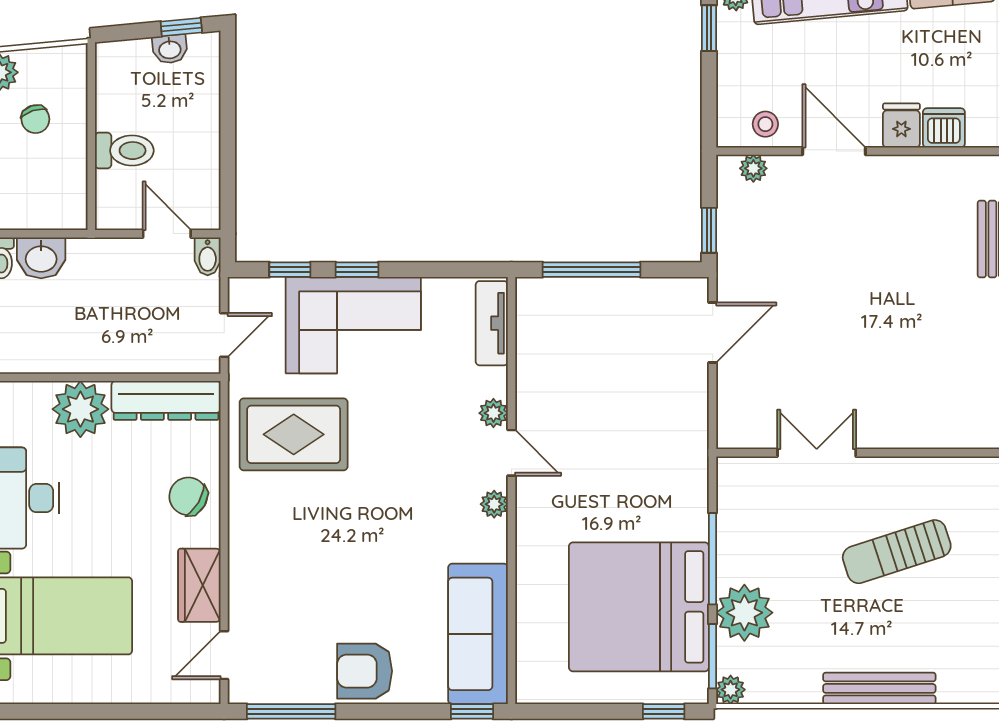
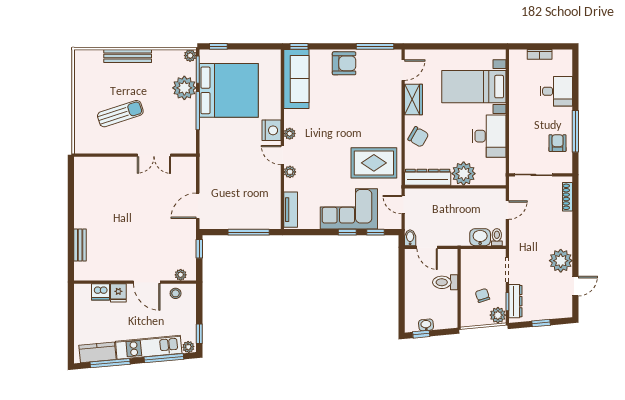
door: (224, 335) -> (403, 205), hinge flipped
nightstand: (537, 512) -> (272, 130), added

